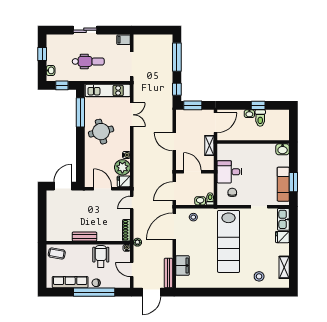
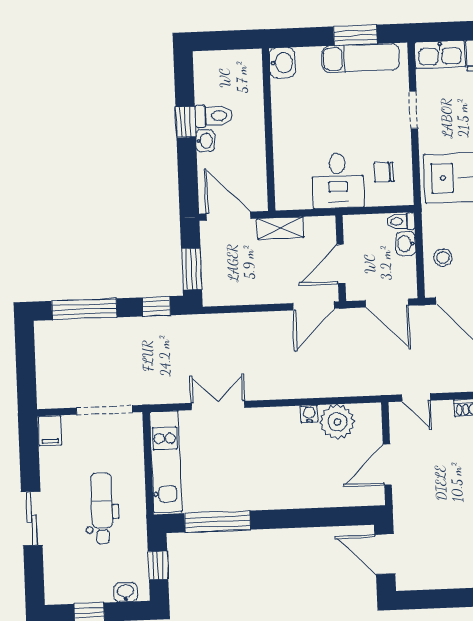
round table: (101, 132) -> (259, 473), removed
door: (174, 142) -> (314, 306), moved
fridge: (124, 181) -> (369, 418), removed

